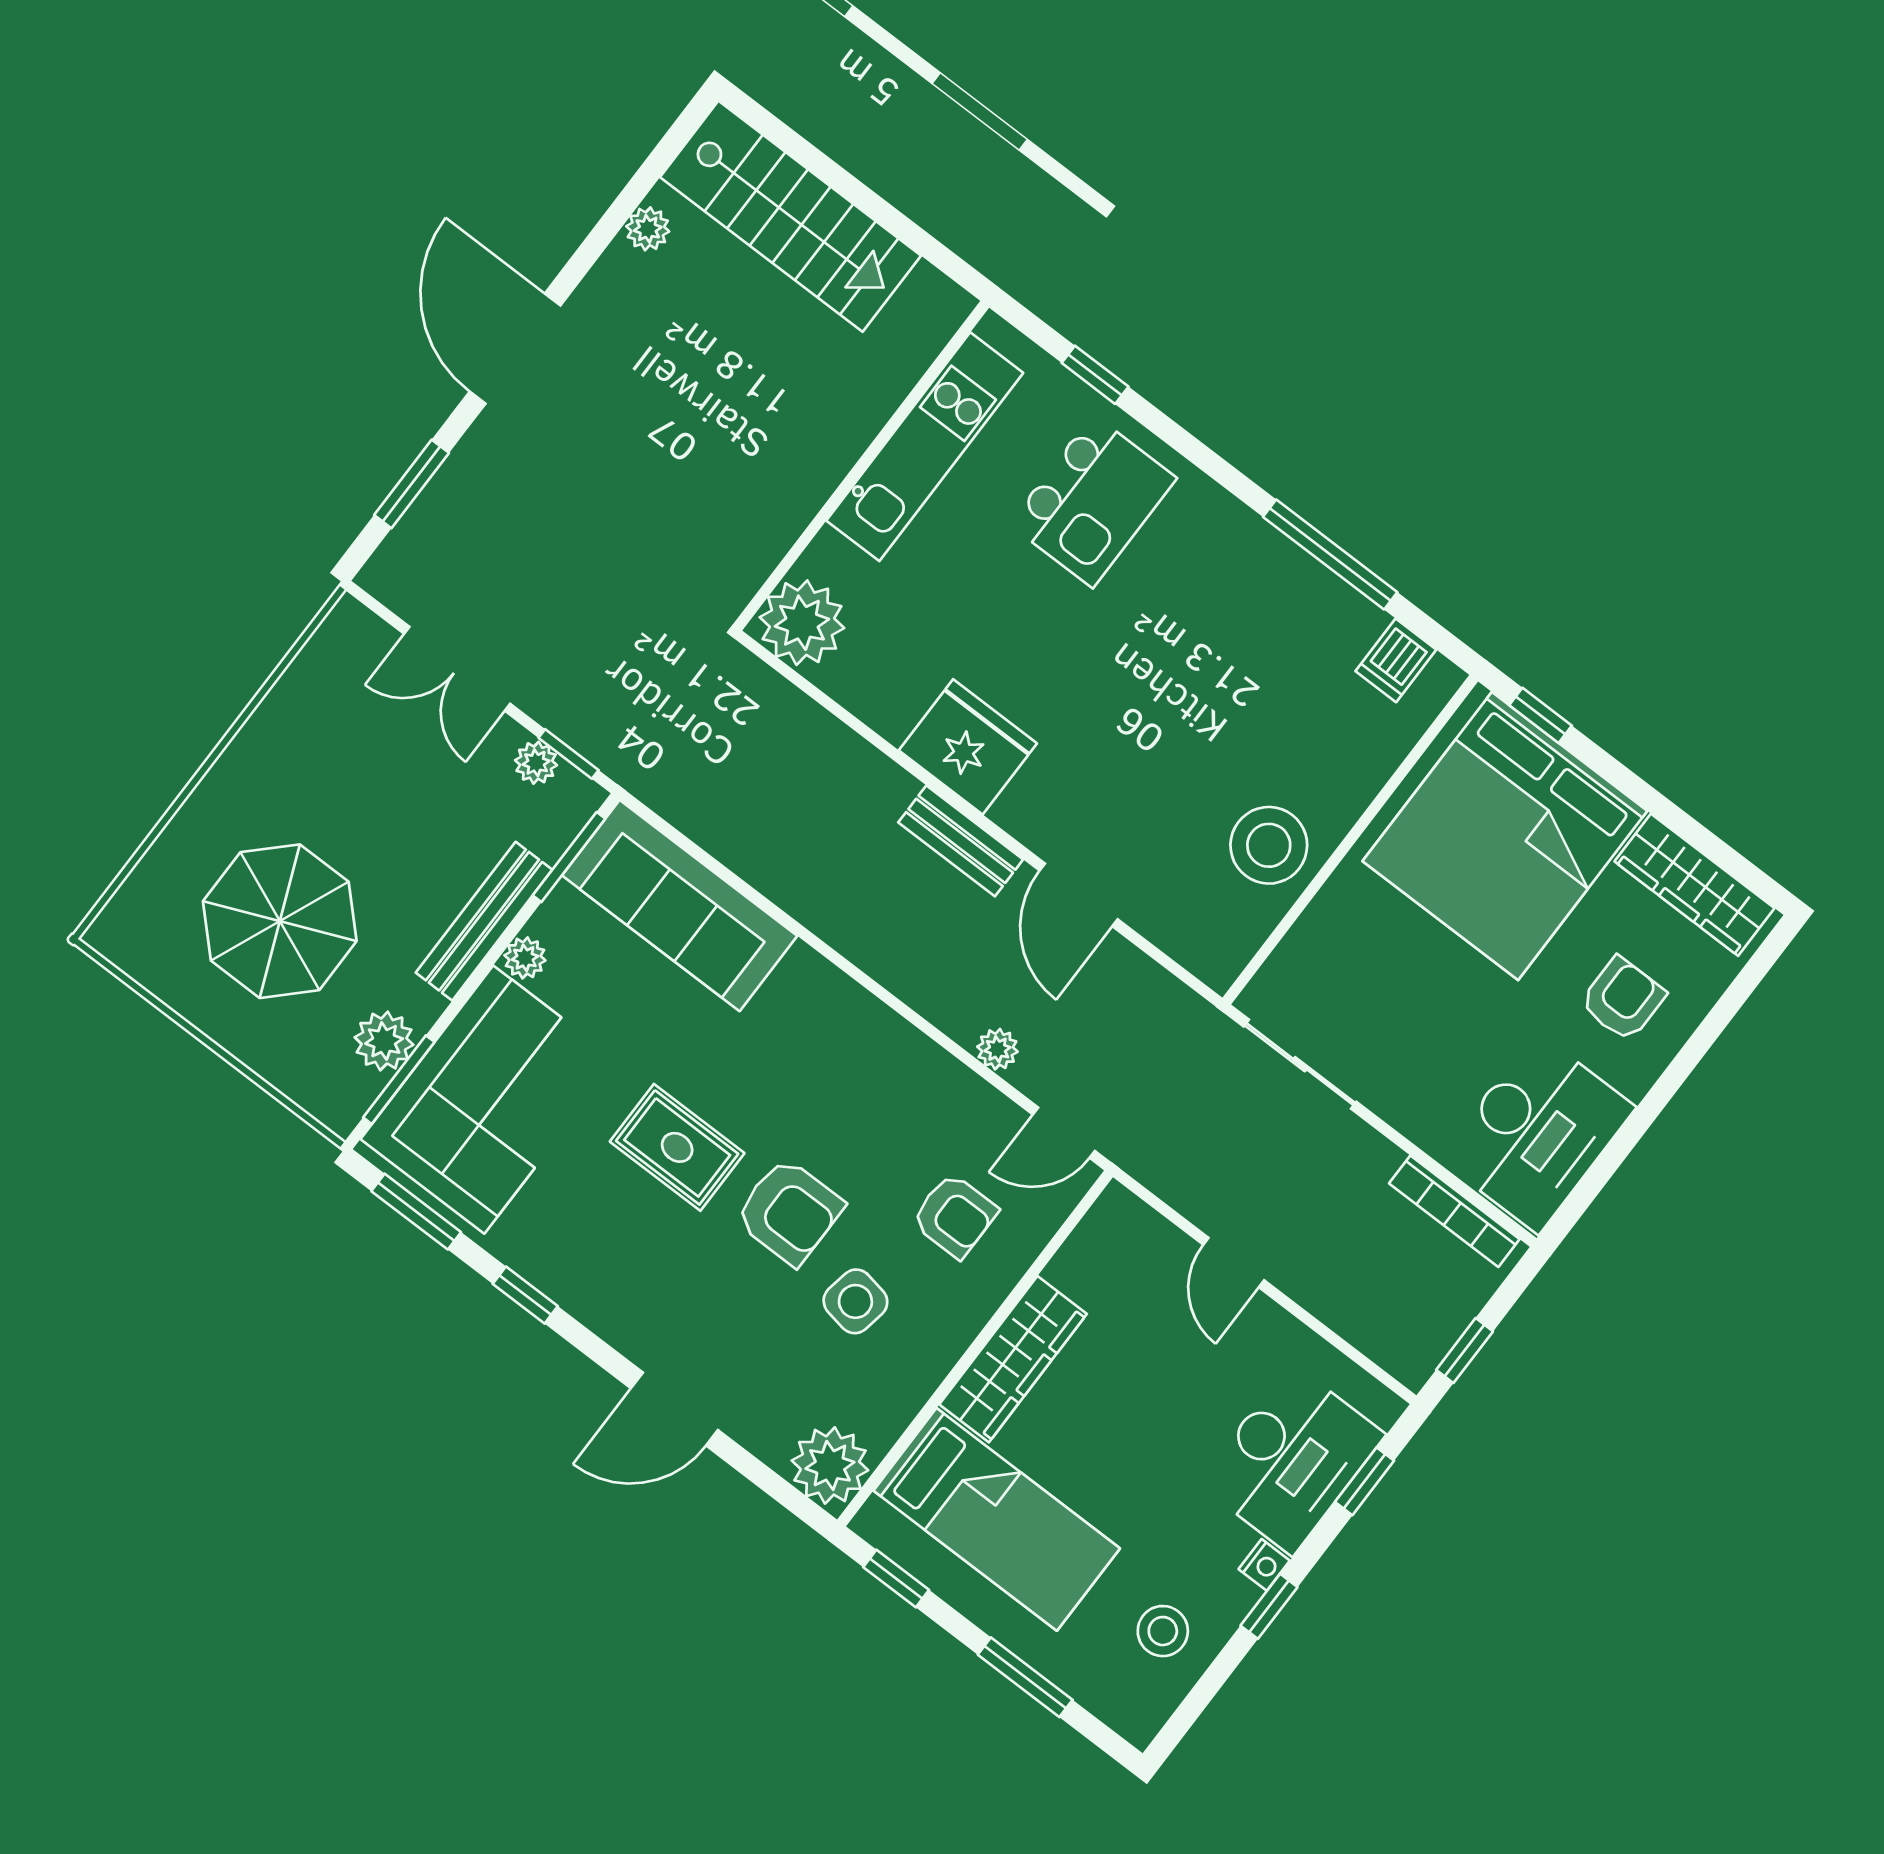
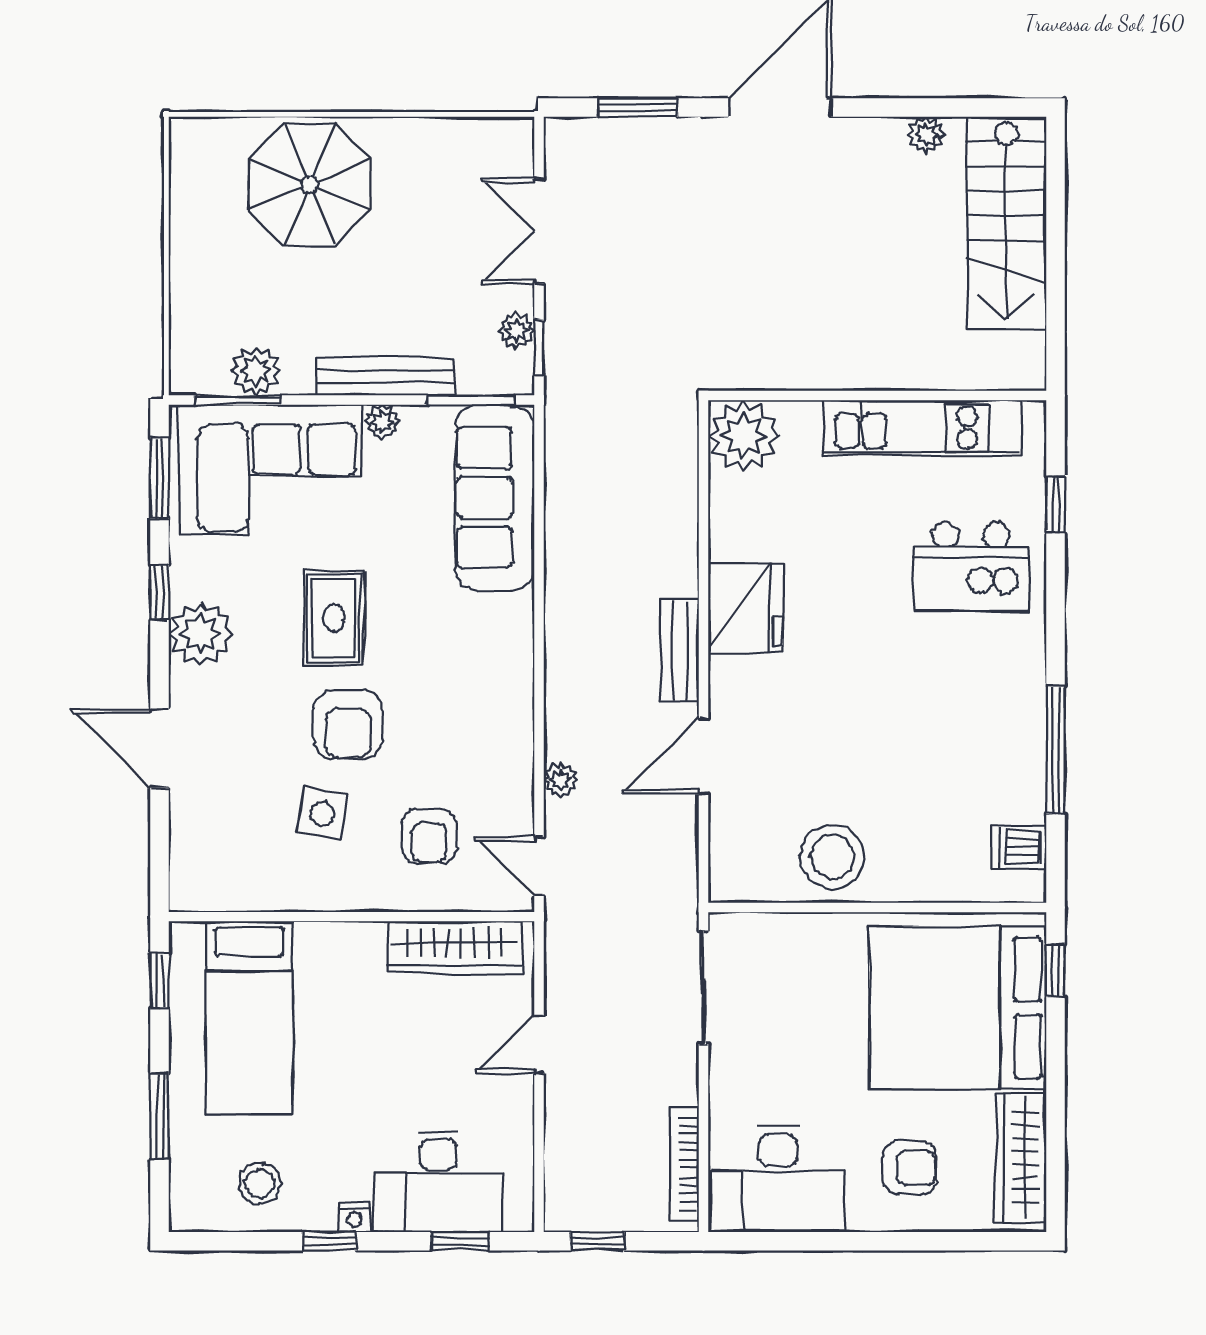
parasol: (280, 921) -> (310, 185), moved
wardrobe: (1013, 1359) -> (454, 947), moved
plant: (830, 1465) -> (201, 634), moved

